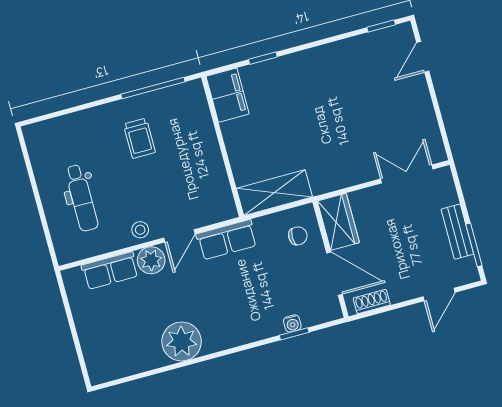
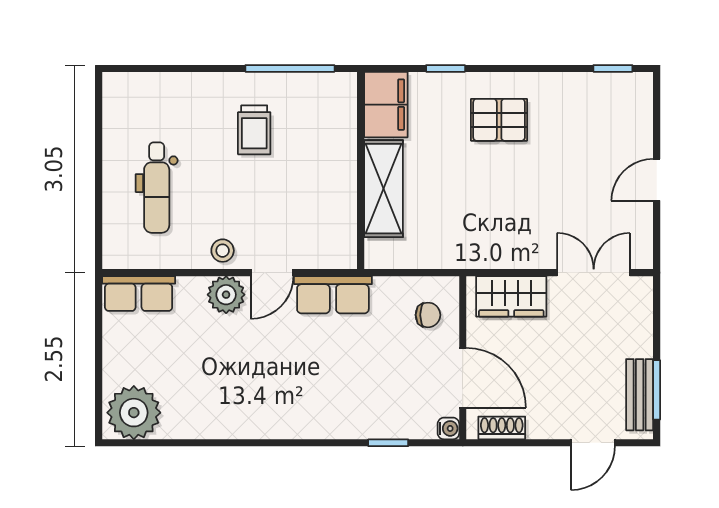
door: (423, 57) -> (657, 180), moved
pallet: (311, 84) -> (499, 120), added
shelving: (274, 193) -> (383, 189), moved, turned 90
wardrobe: (338, 222) -> (511, 296), moved, turned 90
bench: (457, 232) -> (640, 395), moved
row of seats: (110, 271) -> (139, 293), moved
water cooler: (292, 323) -> (448, 428), moved, turned -90
plant: (182, 342) -> (134, 413), moved

